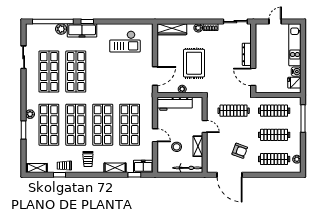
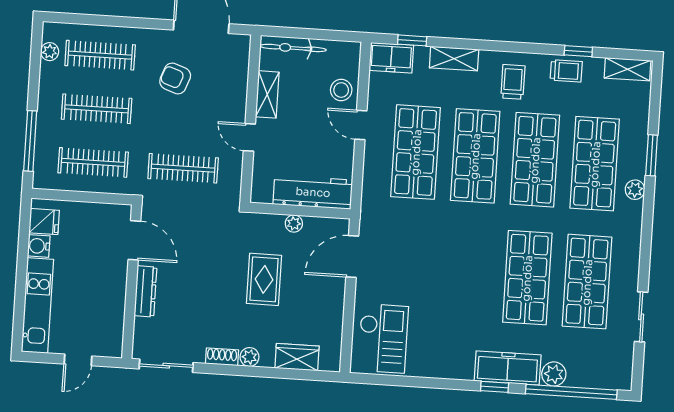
wardrobe: (172, 29) -> (297, 357), width x0.67
checkout: (125, 42) -> (383, 338), moved, turned 90
rug: (194, 63) -> (264, 279), width x0.73, depth x0.70
stool: (177, 147) -> (341, 90), moved

